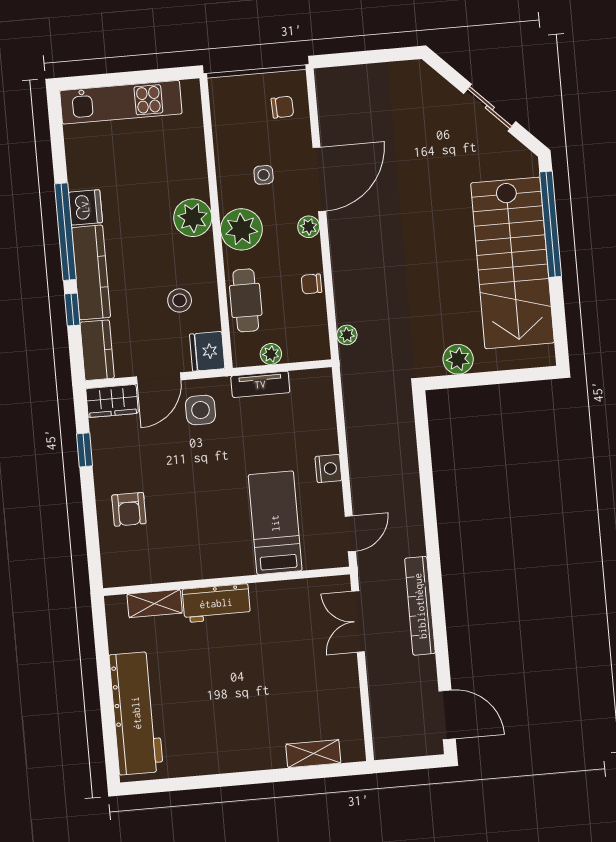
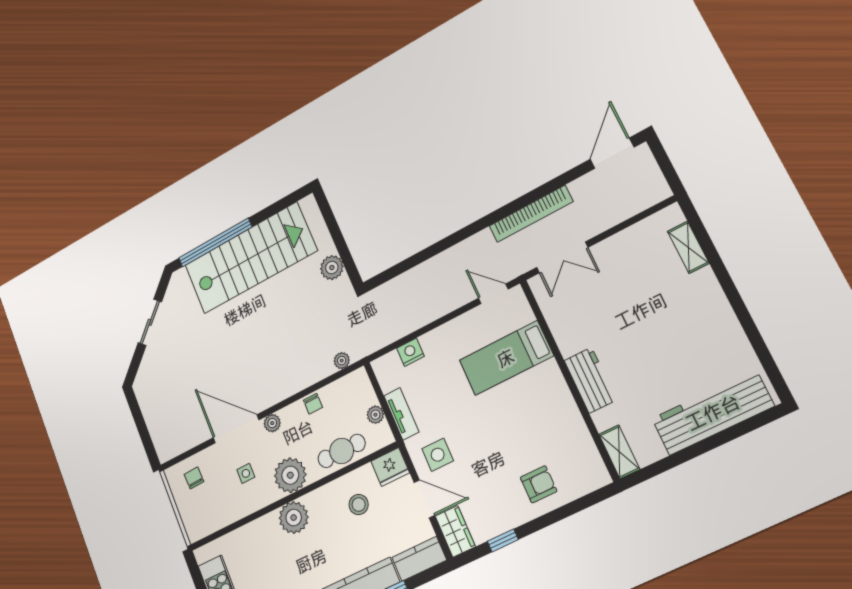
nightstand: (328, 469) -> (410, 352), moved
shelving: (155, 604) -> (619, 452), moved

